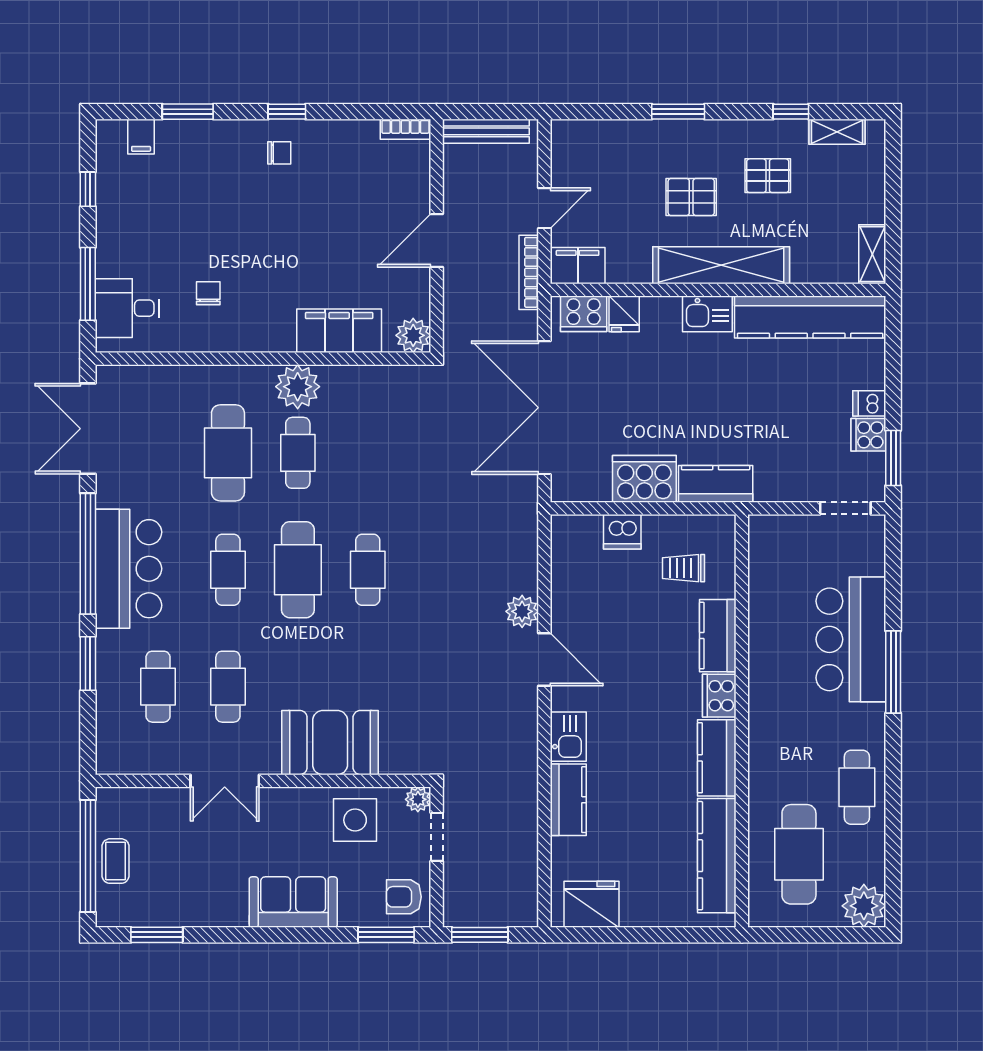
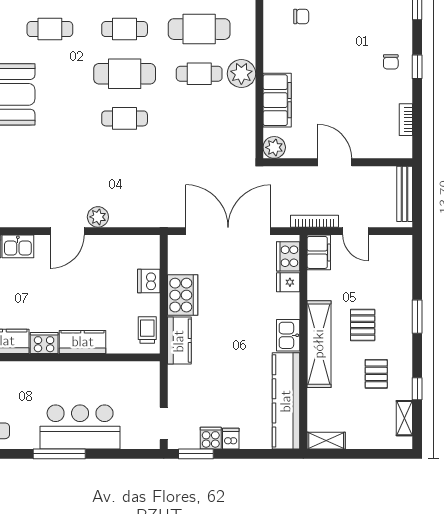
bookcase: (405, 129) -> (406, 120), moved
trolley: (683, 568) -> (147, 330), moved

